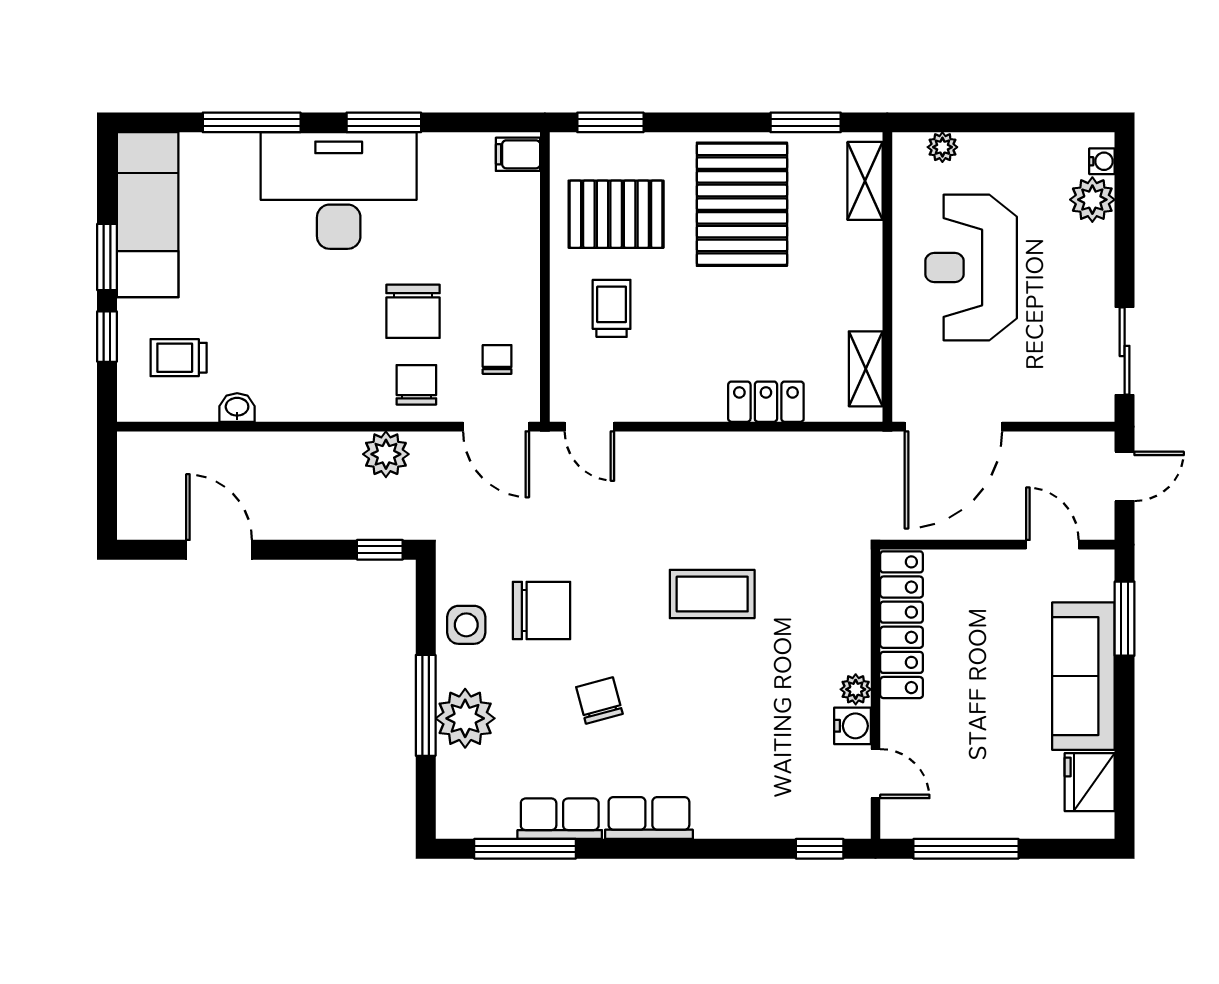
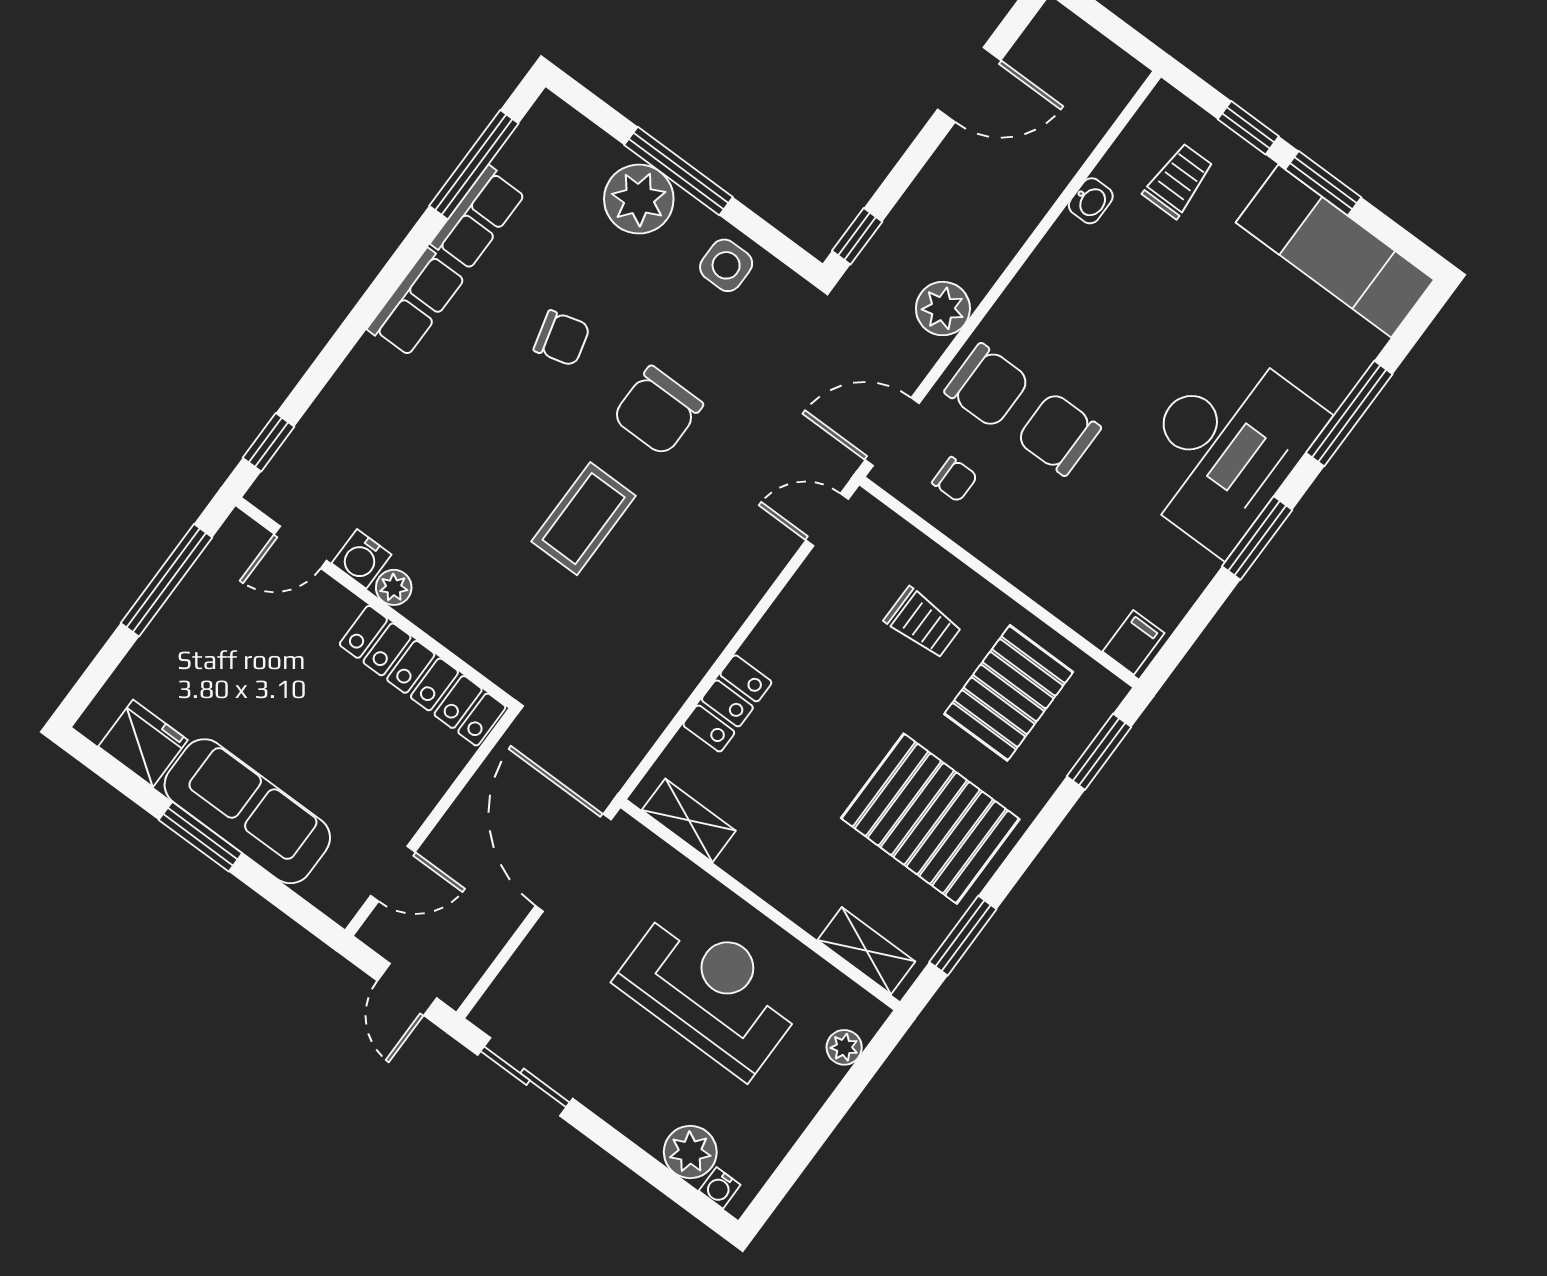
chair: (416, 385) -> (987, 386), width x1.37, depth x1.37
chair: (542, 610) -> (658, 411), moved
window: (1125, 619) -> (200, 837), moved

